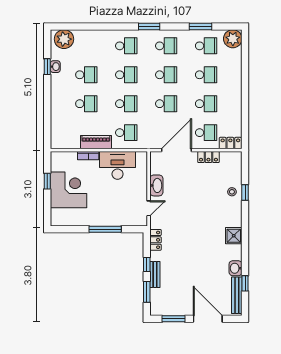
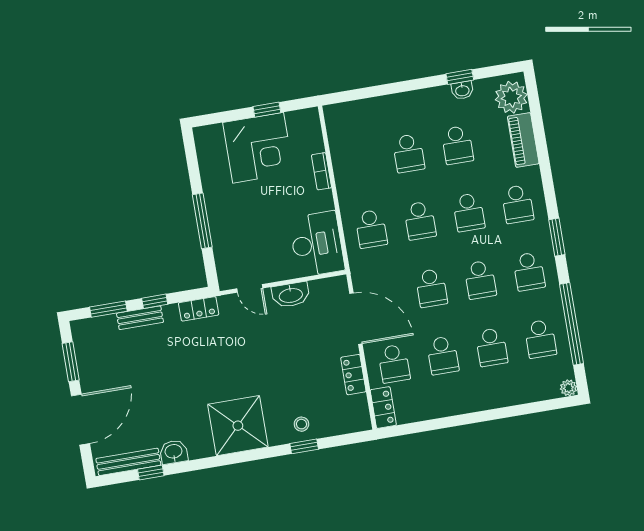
window: (201, 26) -> (572, 324), width x2.11
plant: (233, 39) -> (568, 388), width x0.53, depth x0.53
piano: (96, 142) -> (523, 140), moved, turned 180
desk: (118, 165) -> (317, 244), moved
shower: (234, 236) -> (238, 426), width x1.86, depth x1.86

